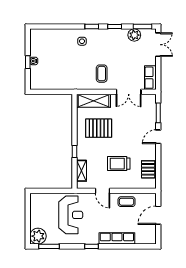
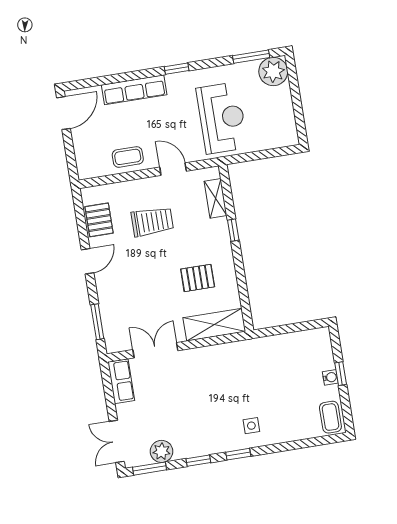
coffee table: (102, 74) -> (330, 417), moved
pallet: (99, 128) -> (198, 278), width x0.67, depth x0.71
door: (158, 137) -> (87, 261), moved
reception desk: (71, 215) -> (222, 118), turned 180
door: (158, 215) -> (64, 113), moved

